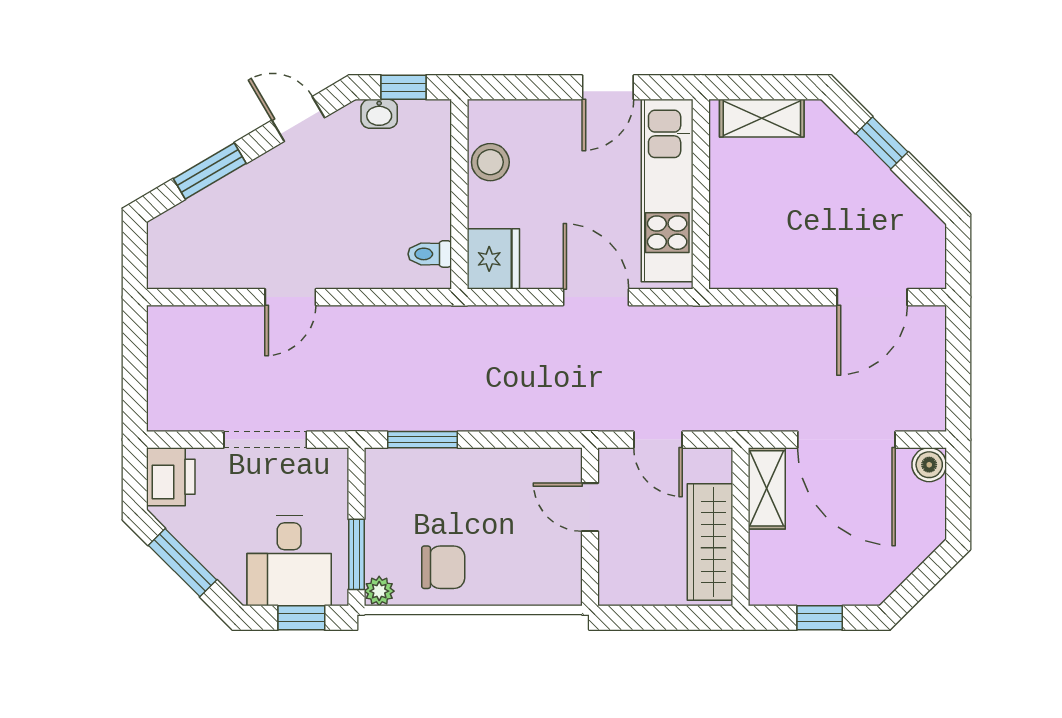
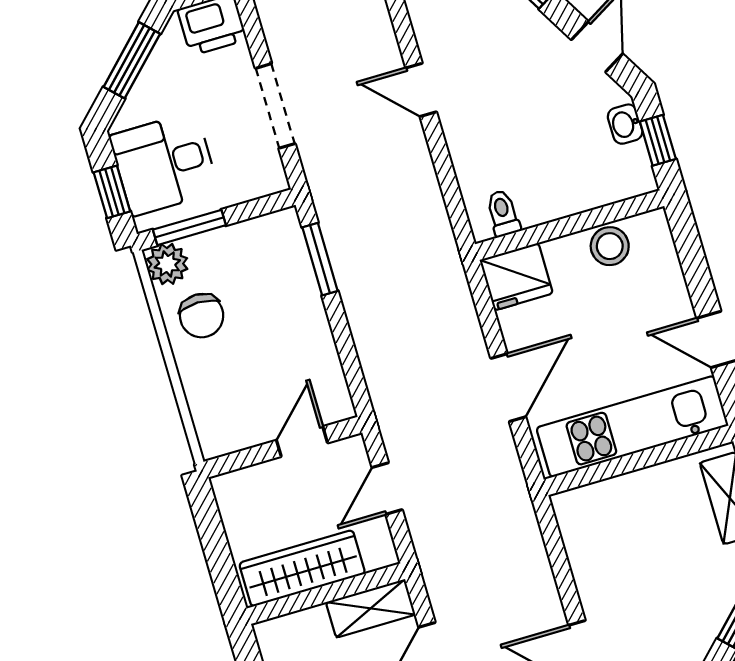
plant: (379, 591) -> (167, 264), width x1.38, depth x1.38

